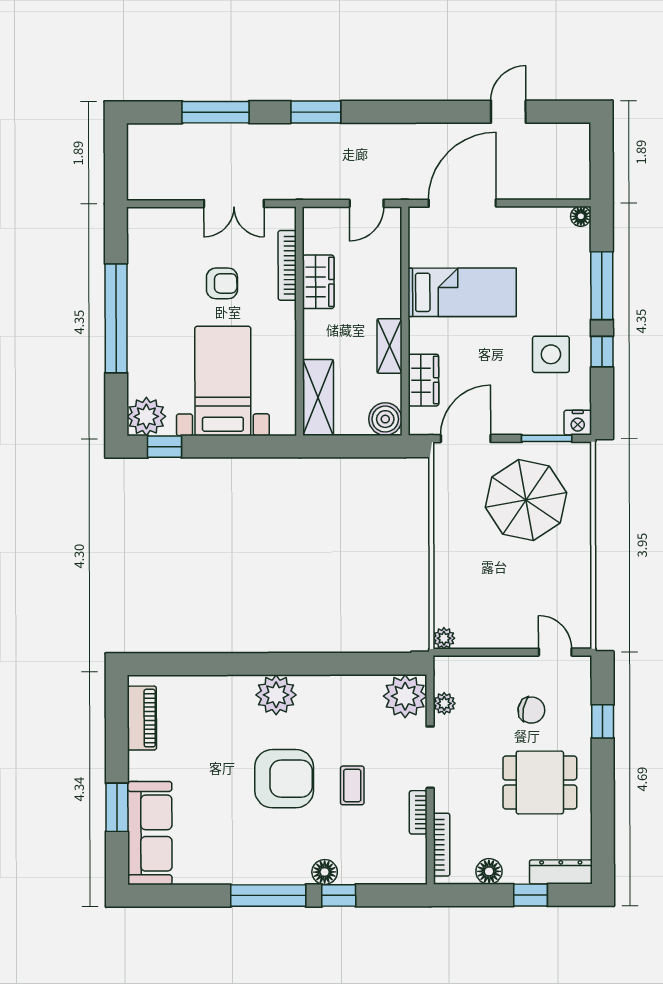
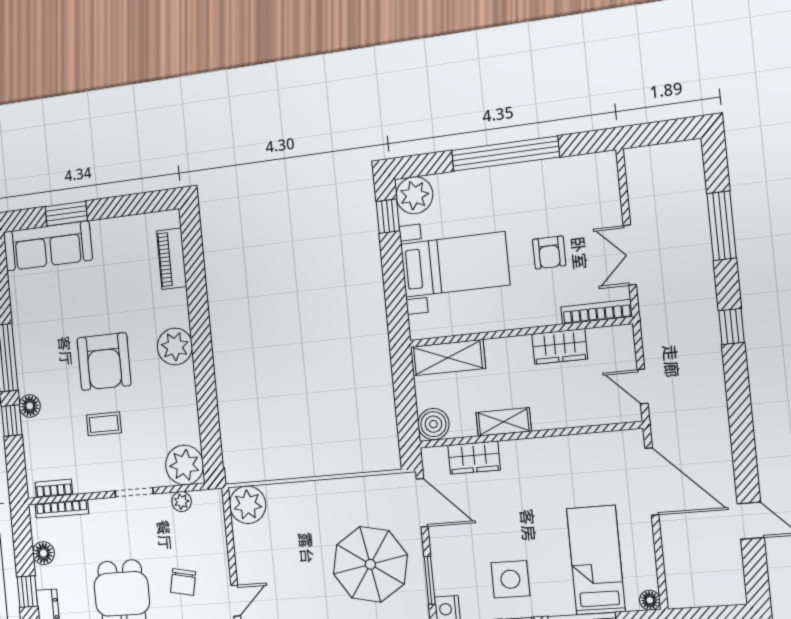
window: (316, 112) -> (732, 327), width x0.67
bookcase: (287, 265) -> (597, 312), moved
bed: (462, 292) -> (596, 560), moved, turned 180
plant: (444, 638) -> (248, 505), width x1.88, depth x1.88
piano: (142, 718) -> (172, 259), moved, turned 90
doorway: (430, 757) -> (134, 492), width x0.73
bookcase: (418, 812) -> (54, 488), moved

